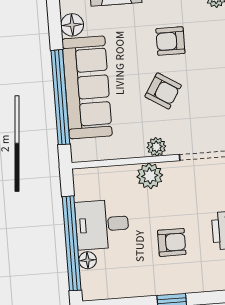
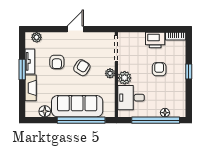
desk: (102, 224) -> (131, 98), moved, turned 90

